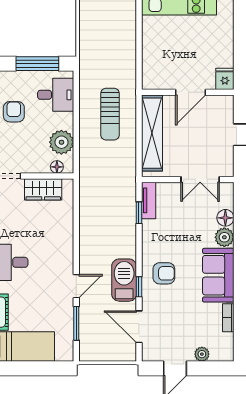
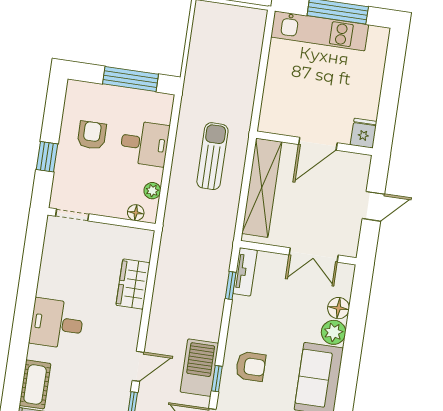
desk: (56, 95) -> (145, 143), moved
sun lounger: (110, 114) -> (212, 156), turned 180
plant: (61, 142) -> (152, 191), width x0.53, depth x0.53
wardrobe: (43, 189) -> (133, 284), moved, turned 90

